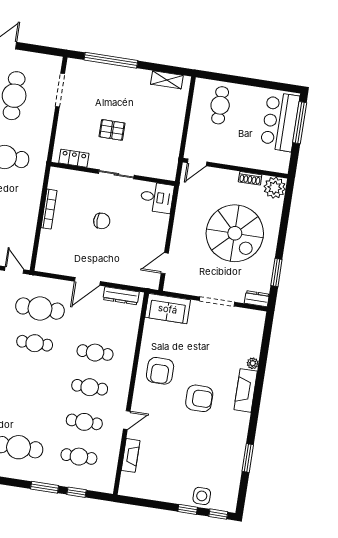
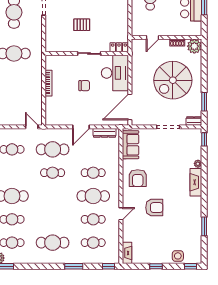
locker: (74, 158) -> (119, 47), moved
door: (197, 162) -> (153, 37), moved
desk: (157, 197) -> (115, 73), width x1.87, depth x1.30
spiral stairs: (235, 233) -> (173, 80), turned 90
door: (165, 263) -> (130, 107), width x1.88
sofa: (168, 309) -> (130, 145), moved, turned -90
window: (268, 329) -> (204, 139), added
cafe table: (90, 387) -> (93, 196), width x1.37, depth x1.35
armchair: (199, 398) -> (154, 208), moved
fireplace: (131, 455) -> (127, 253), moved
window: (76, 492) -> (109, 266), moved
window: (188, 509) -> (156, 266), moved

